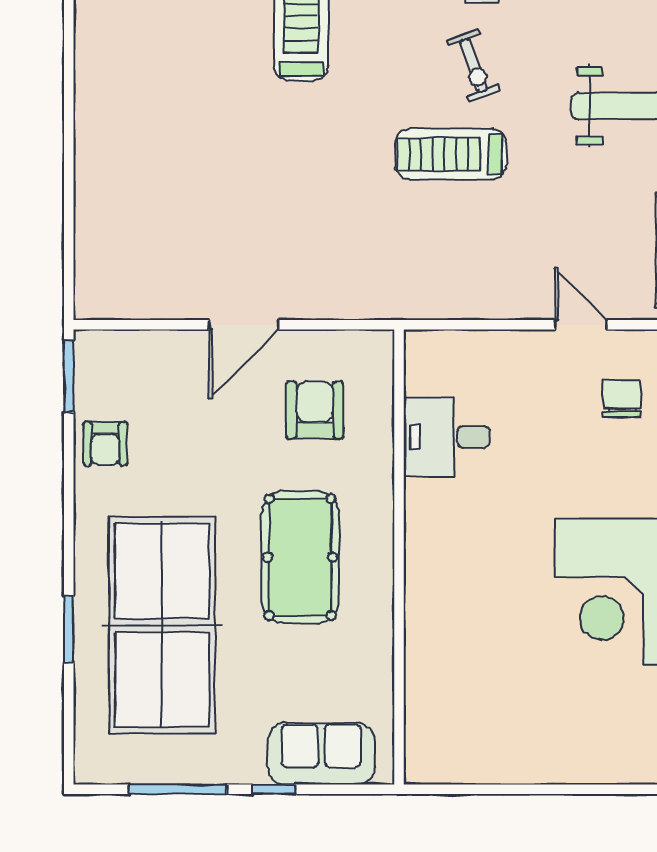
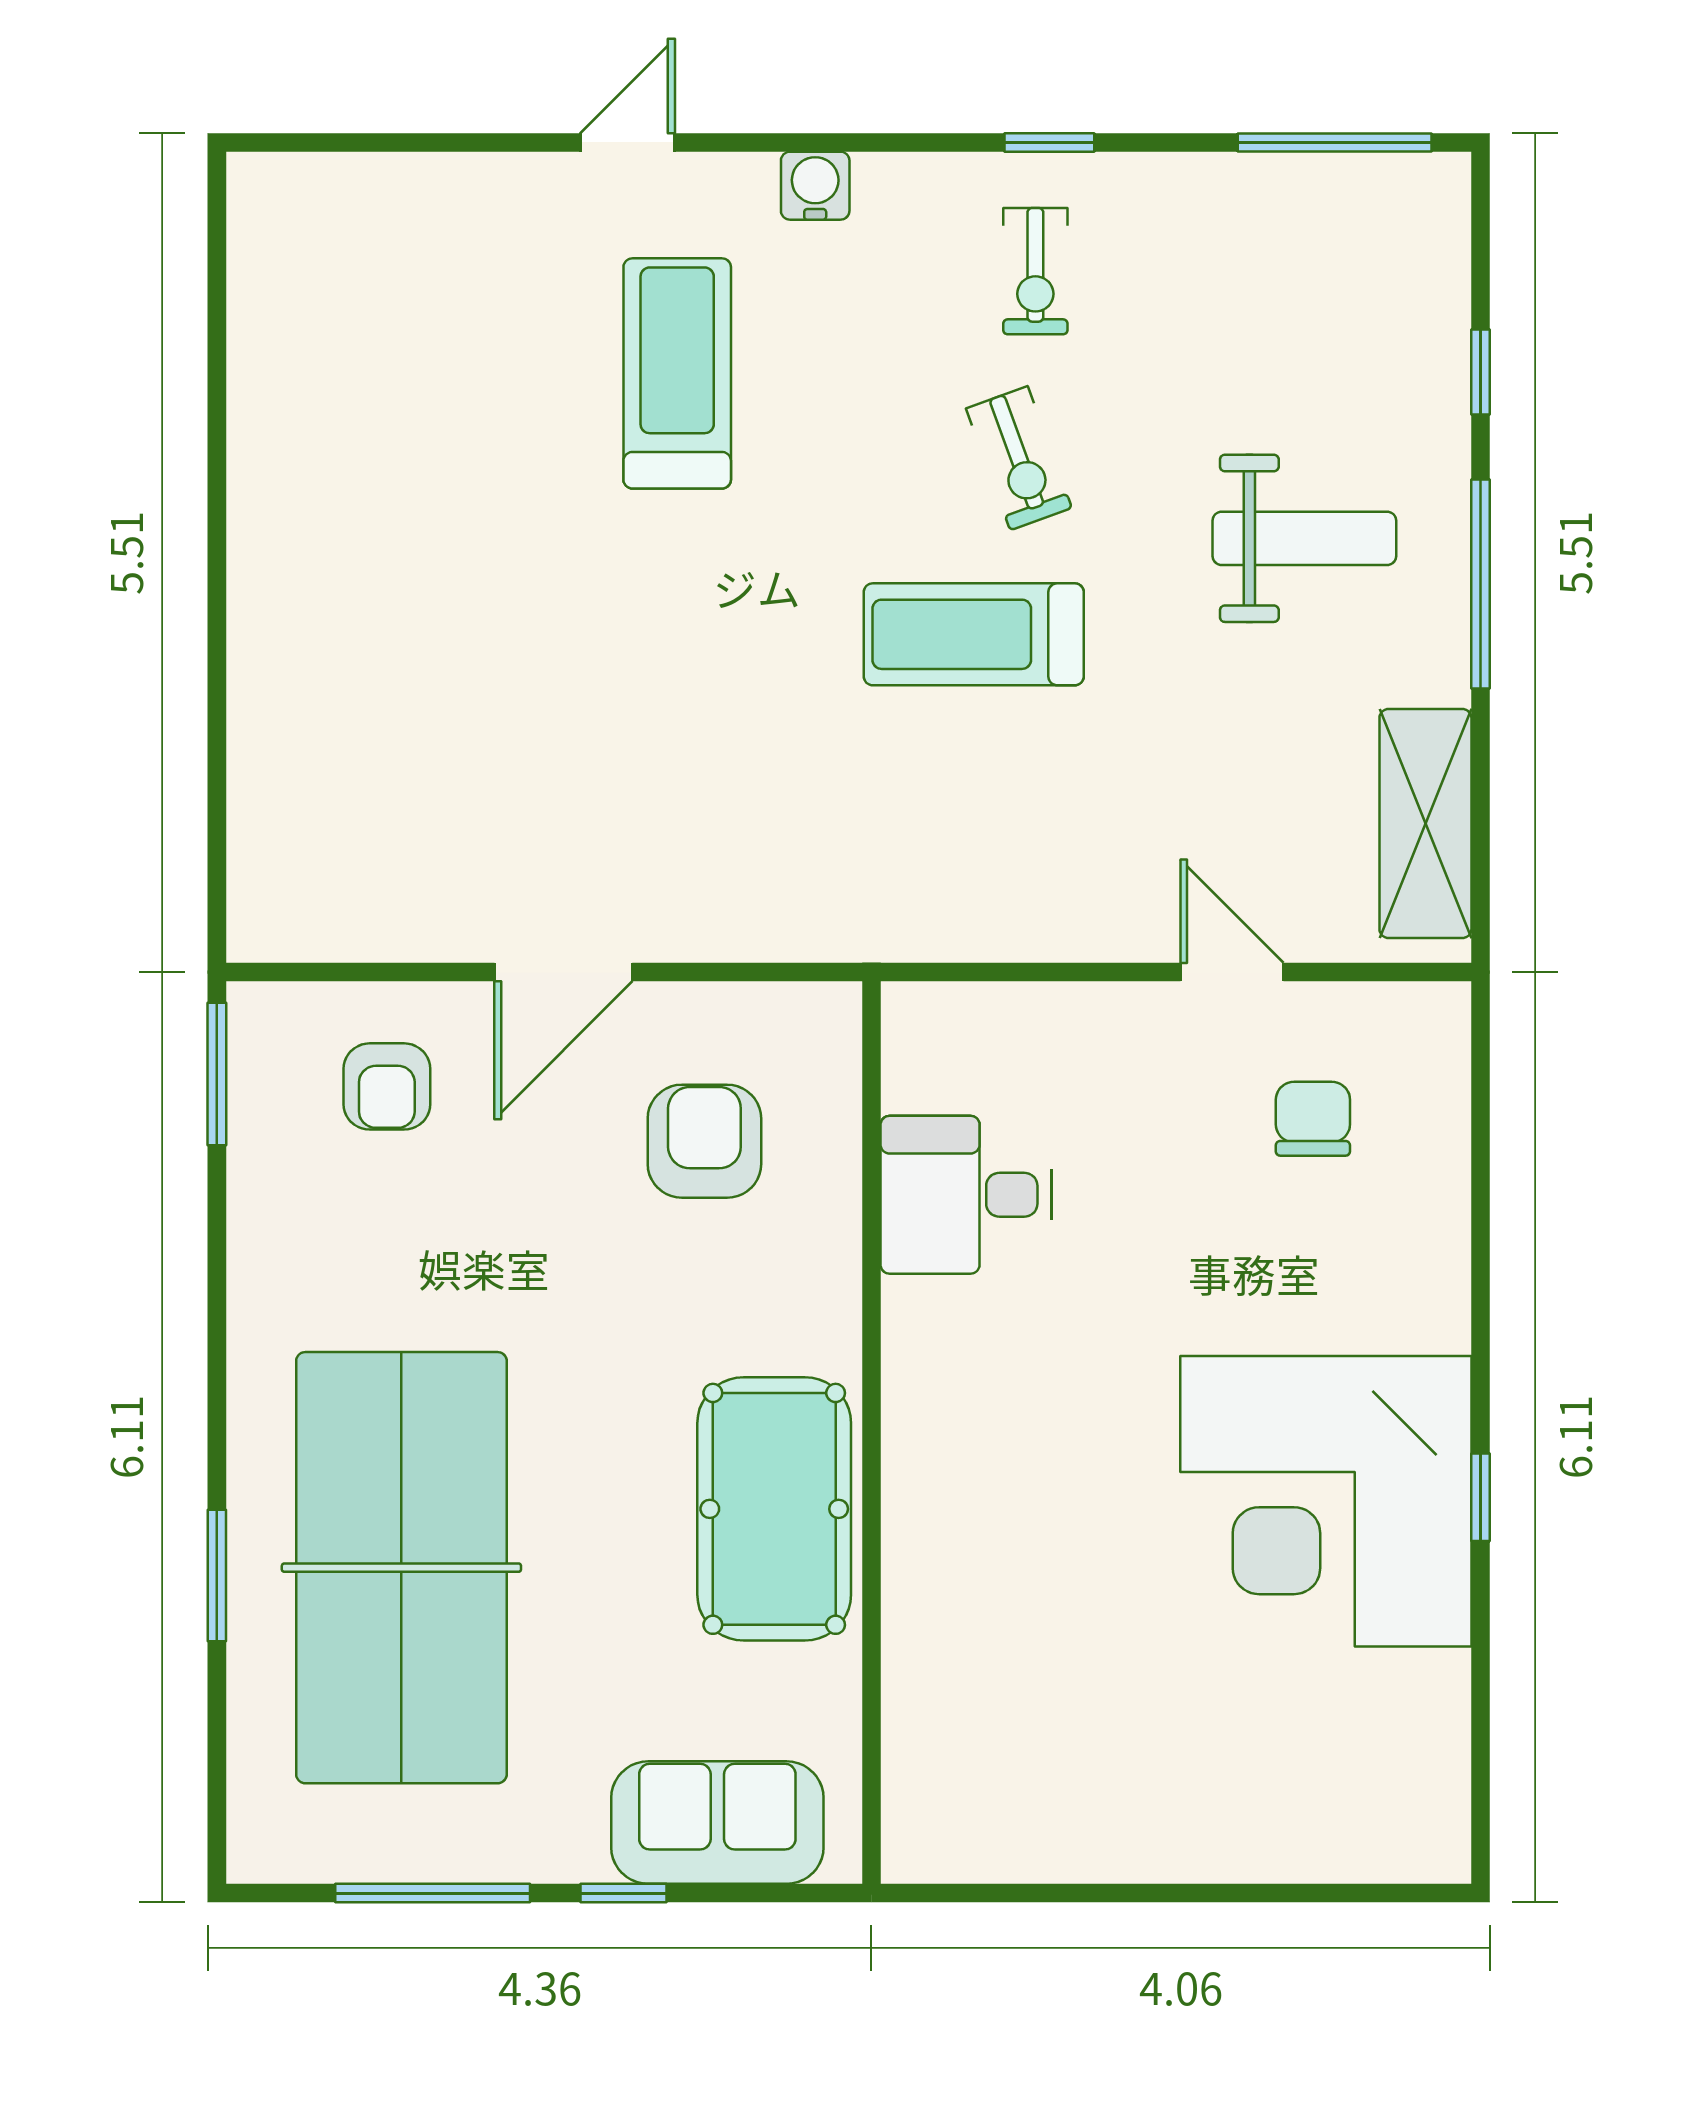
armchair: (105, 444) -> (387, 1086), moved
pool table: (300, 557) -> (774, 1509), moved

